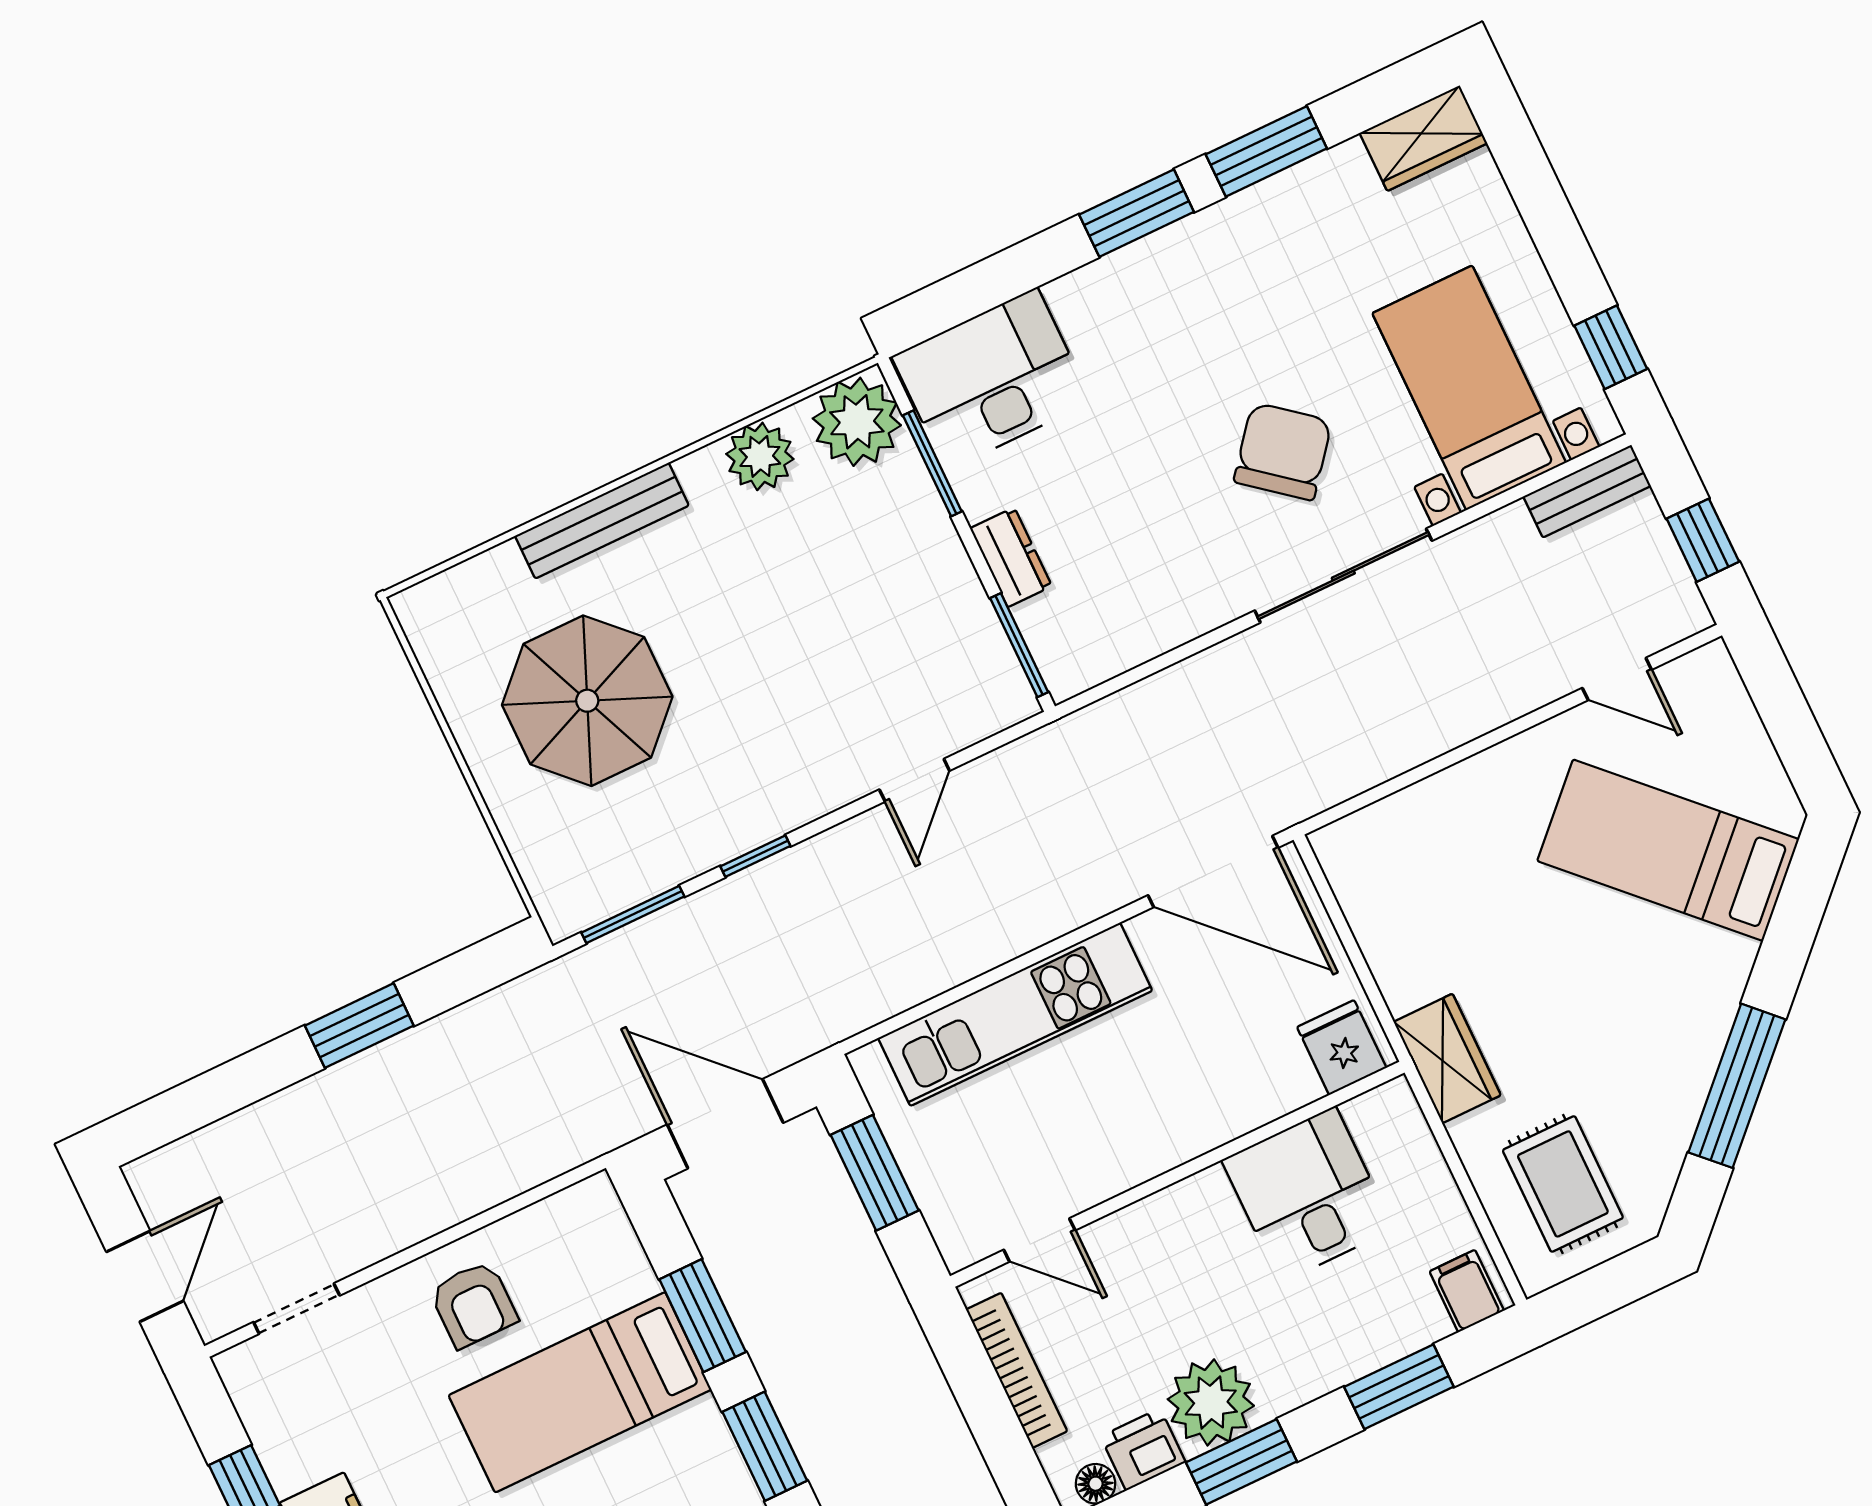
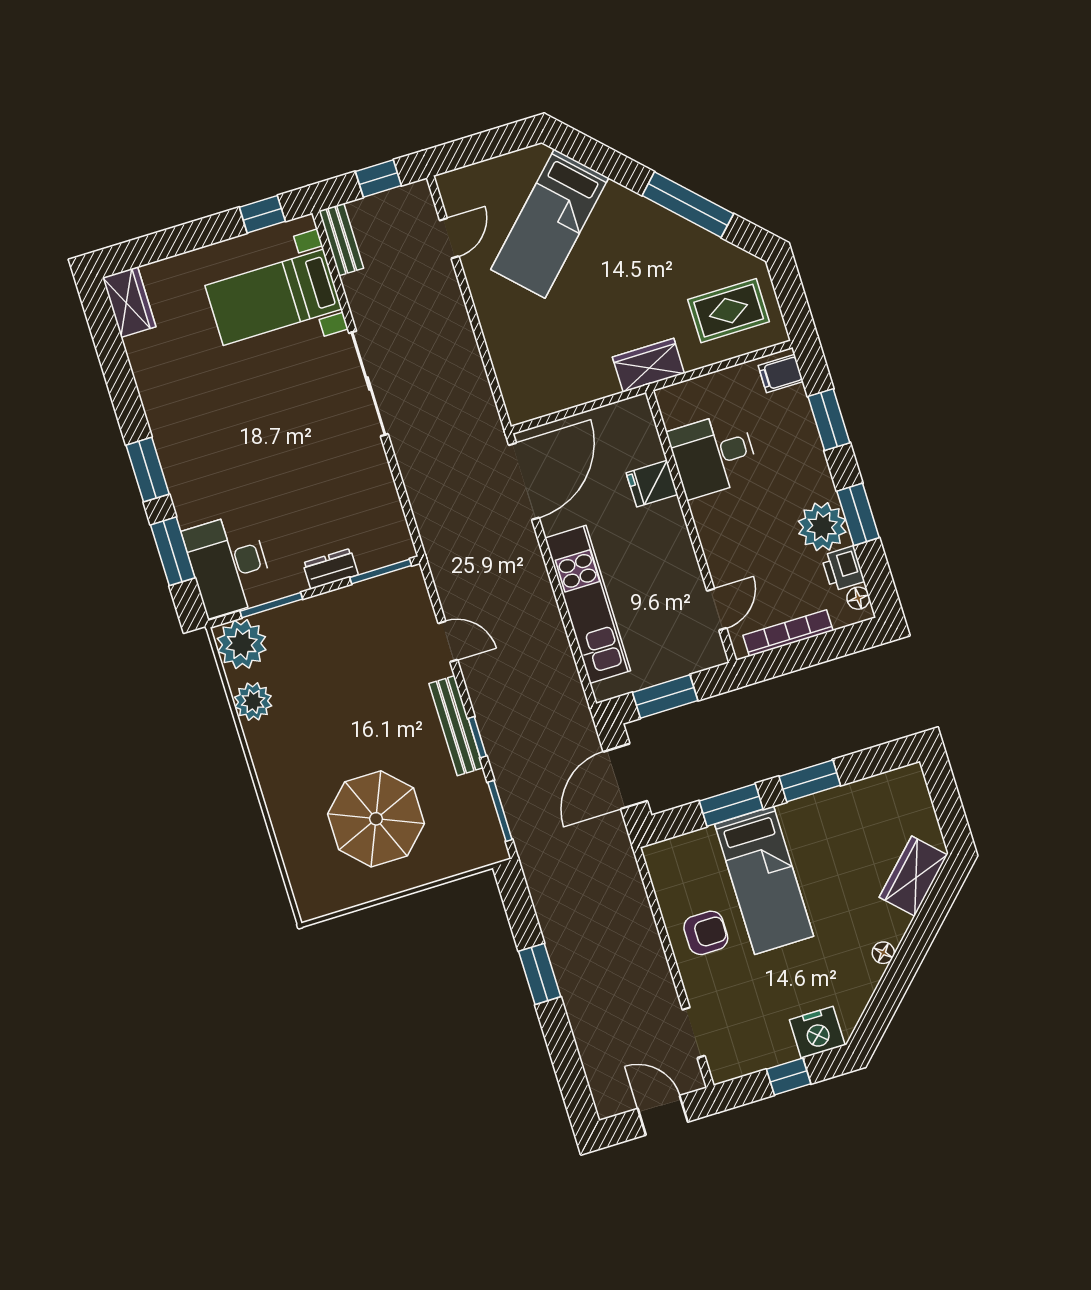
window: (1266, 151) -> (173, 551), moved
chair: (1283, 451) -> (294, 407), removed
bench: (602, 521) -> (456, 726), moved
fridge: (1342, 1047) -> (652, 484), moved

